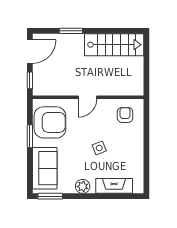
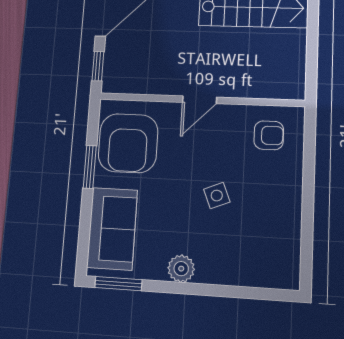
armchair: (125, 115) -> (269, 135), turned 90
armchair: (50, 122) -> (128, 143), turned 90
fireplace: (114, 186) -> (242, 272), removed

